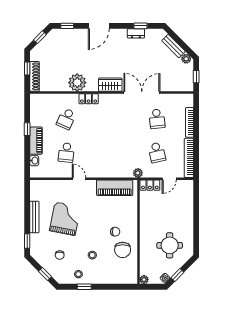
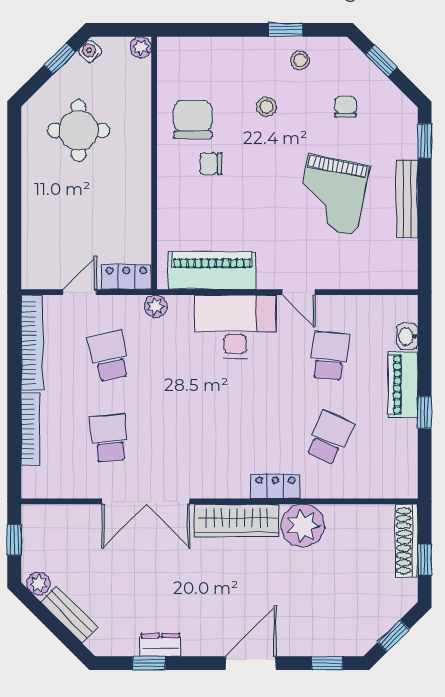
wardrobe: (110, 85) -> (237, 521), width x1.50
desk: (105, 165) -> (235, 327), added

